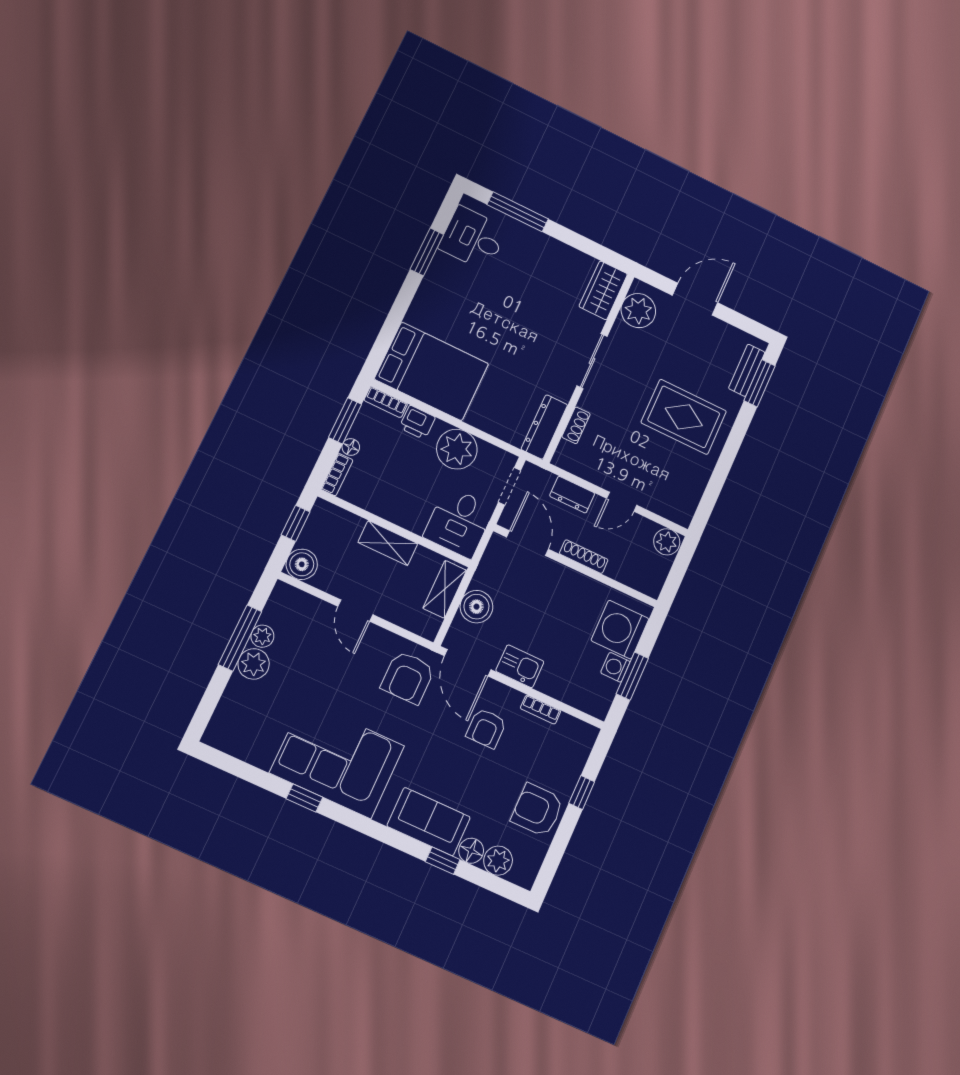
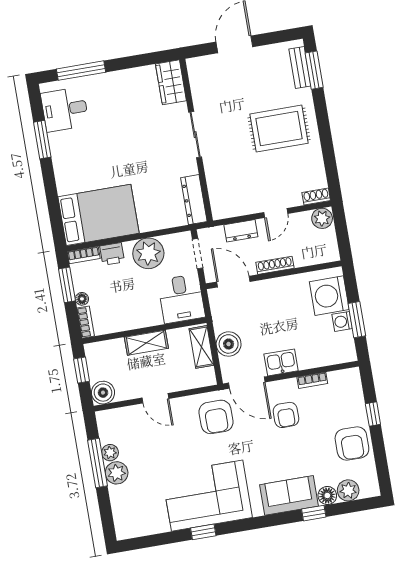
plant: (638, 311) -> (203, 79), removed
shoe rack: (576, 425) -> (316, 196), moved, turned -90
armchair: (537, 810) -> (352, 443), turned -90

